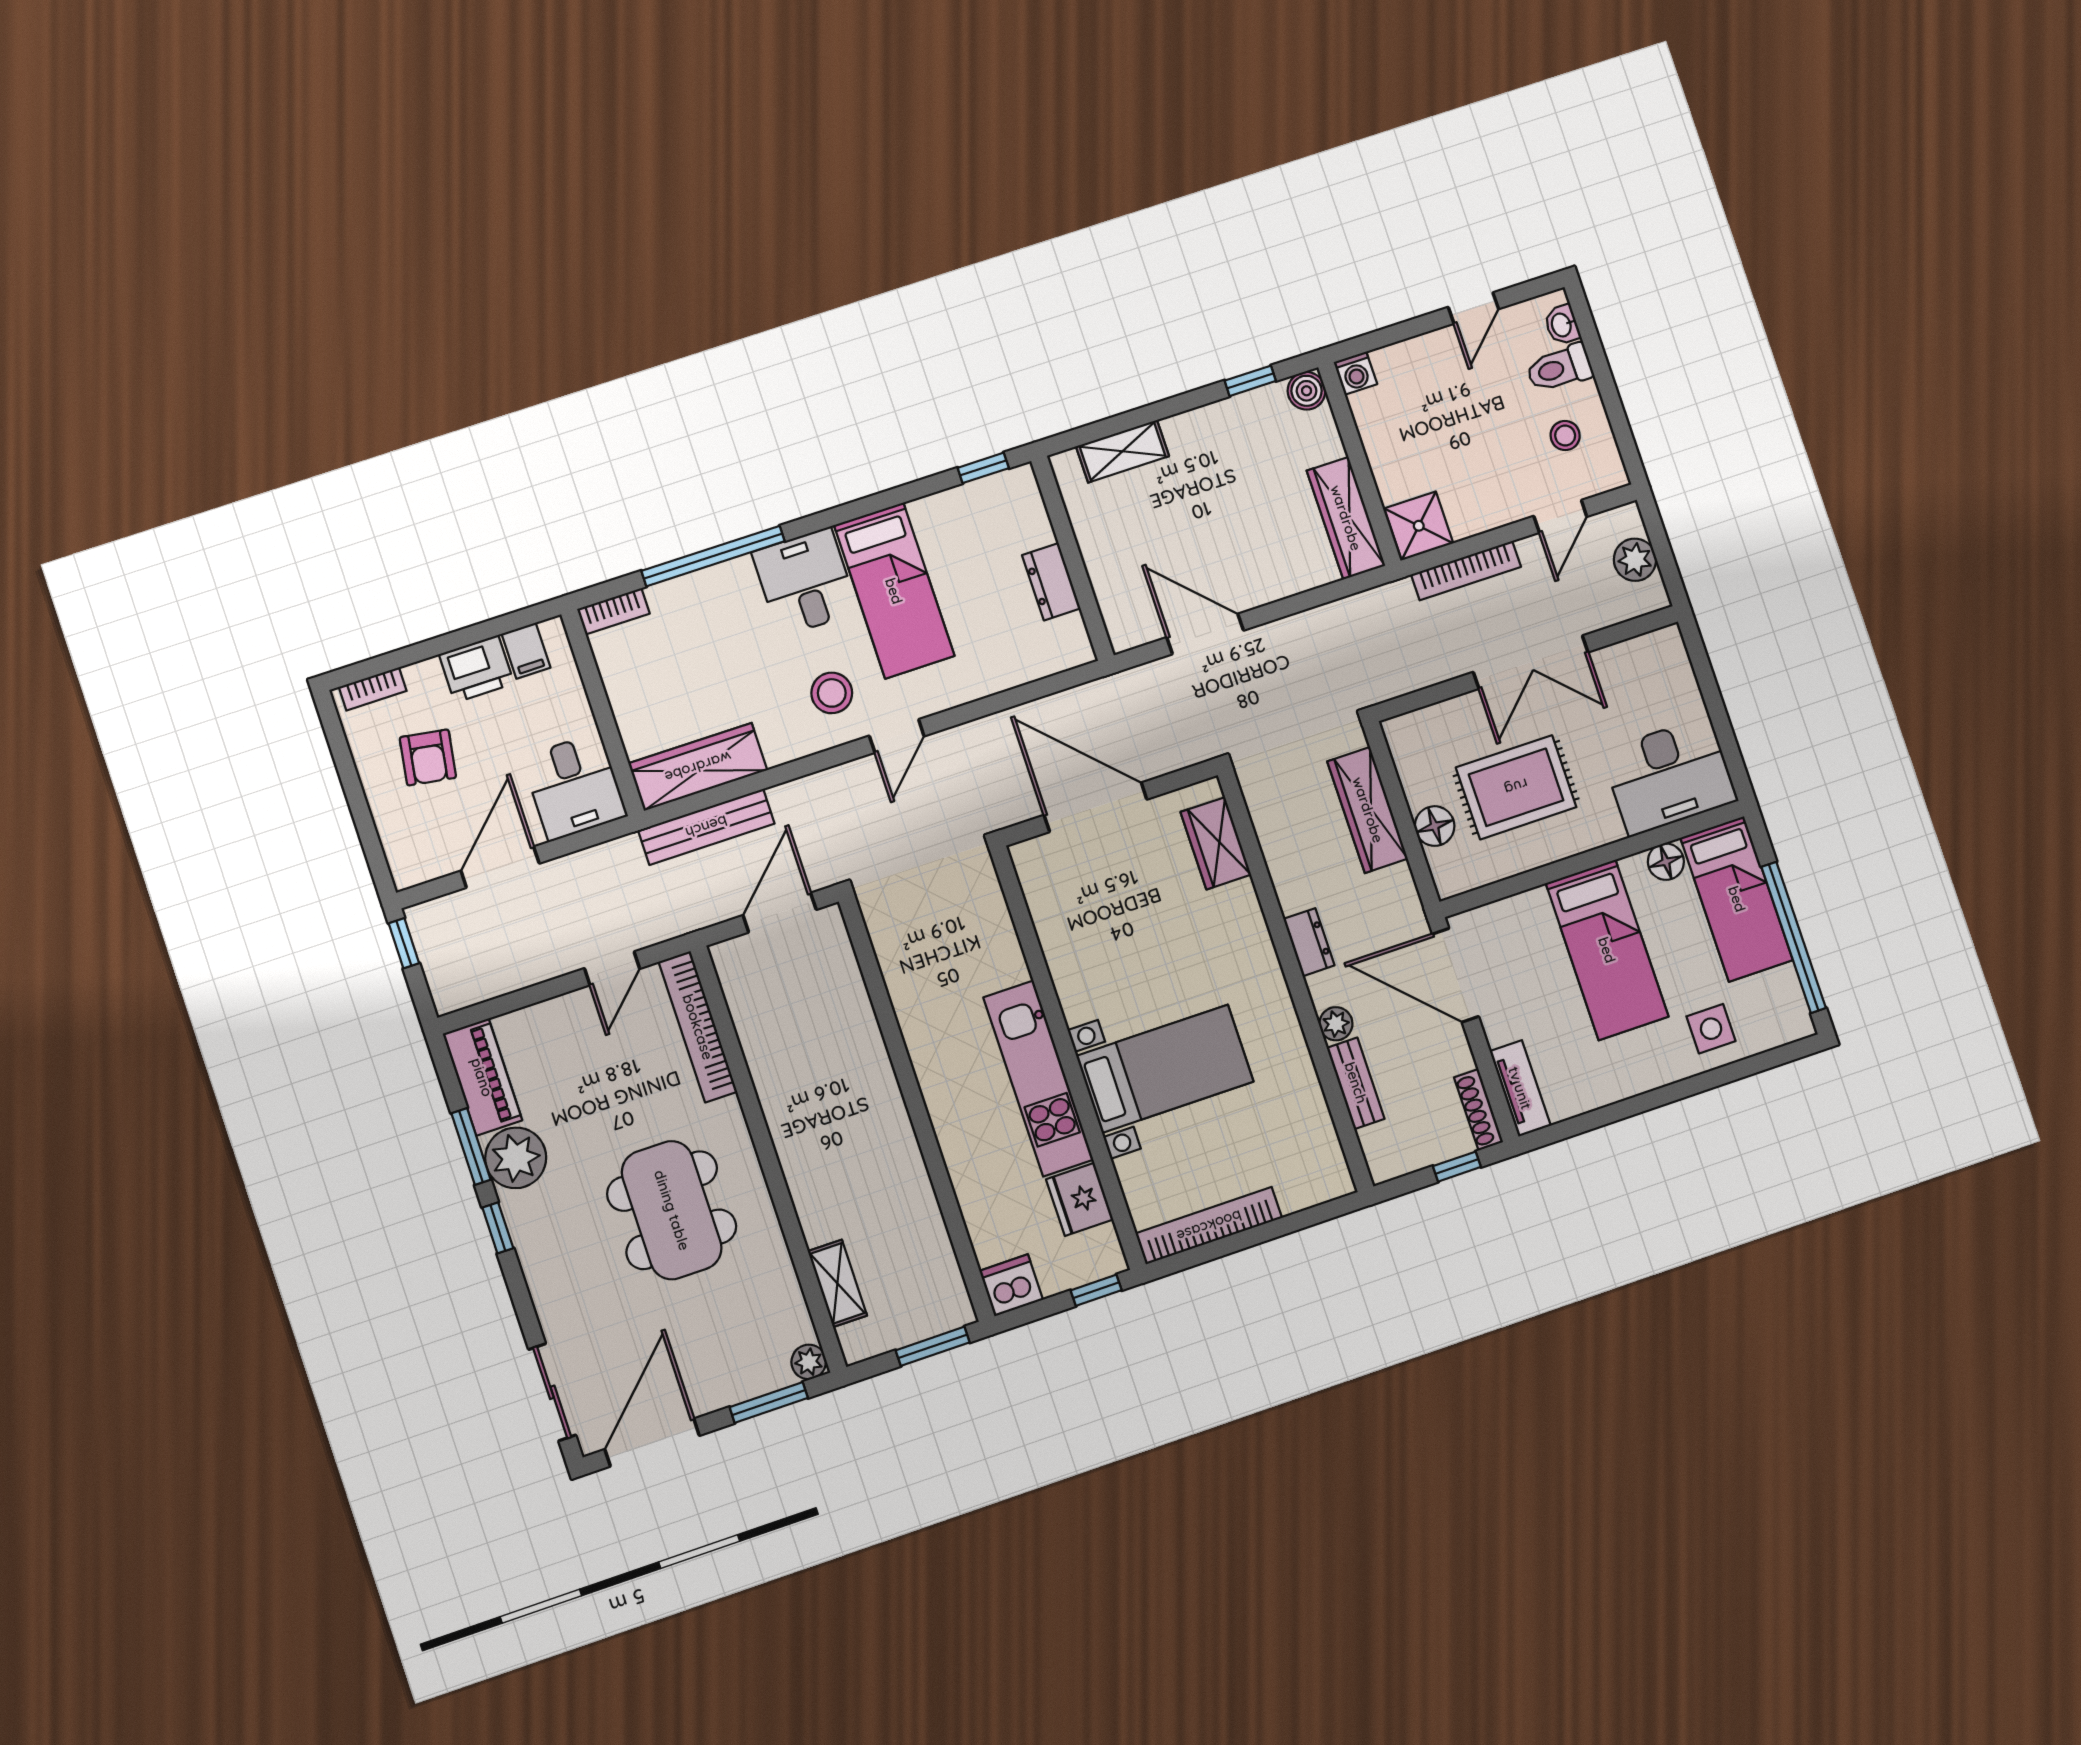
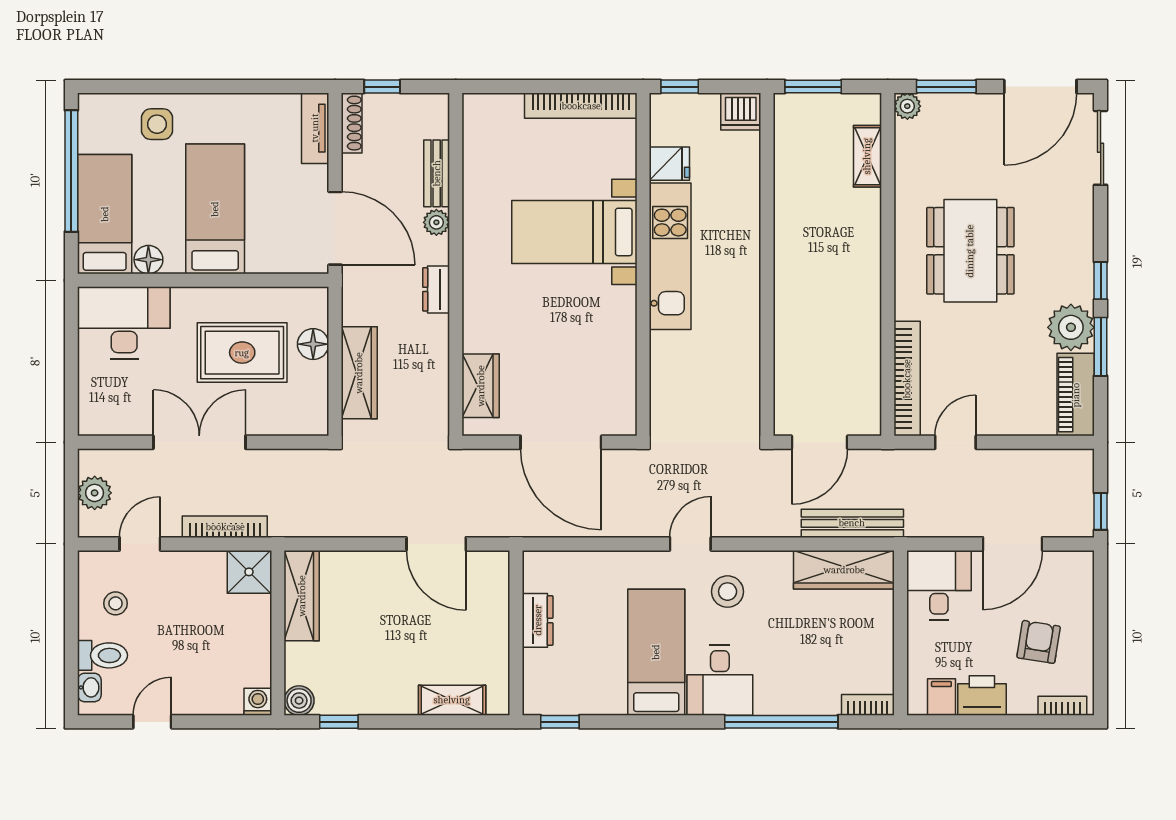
fridge: (1080, 1199) -> (669, 164), width x0.72

